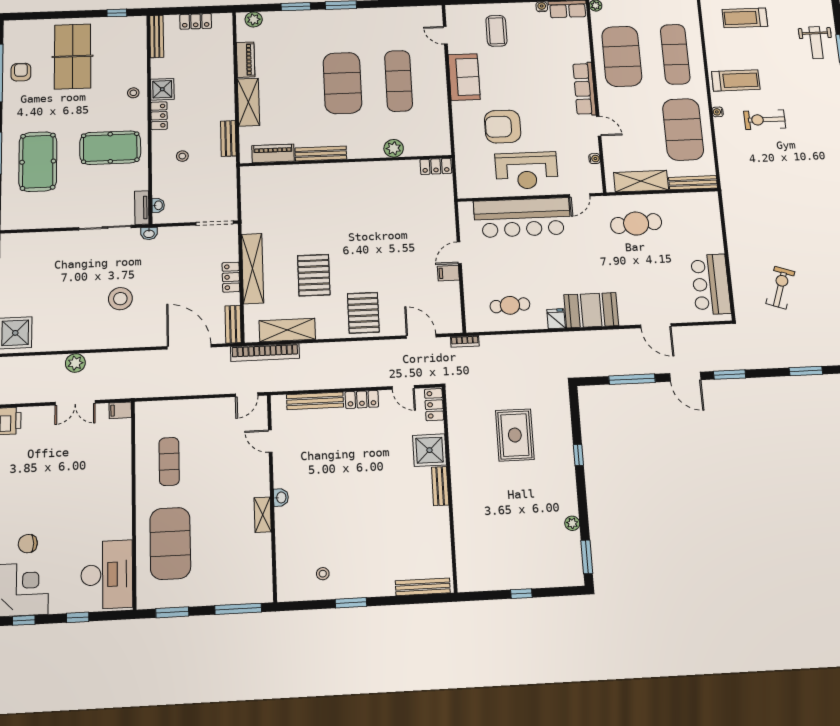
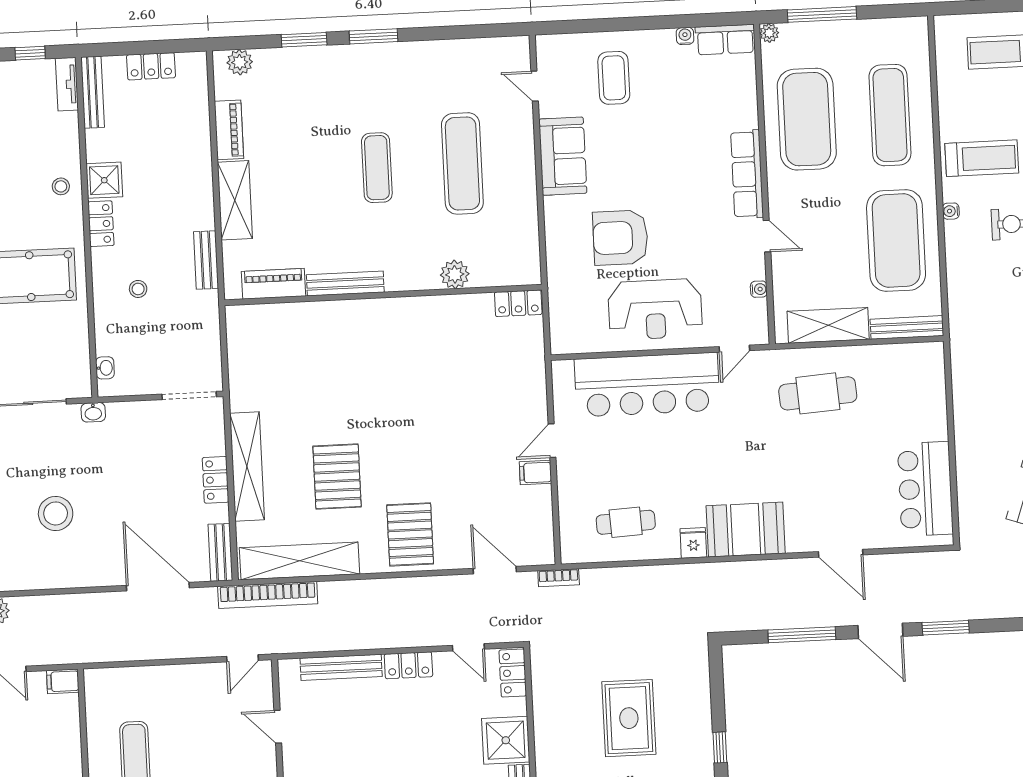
exercise mat: (342, 83) -> (377, 168), width x0.50, depth x0.69
tv unit: (142, 208) -> (67, 84), moved
shelving: (287, 330) -> (299, 561), width x1.47

